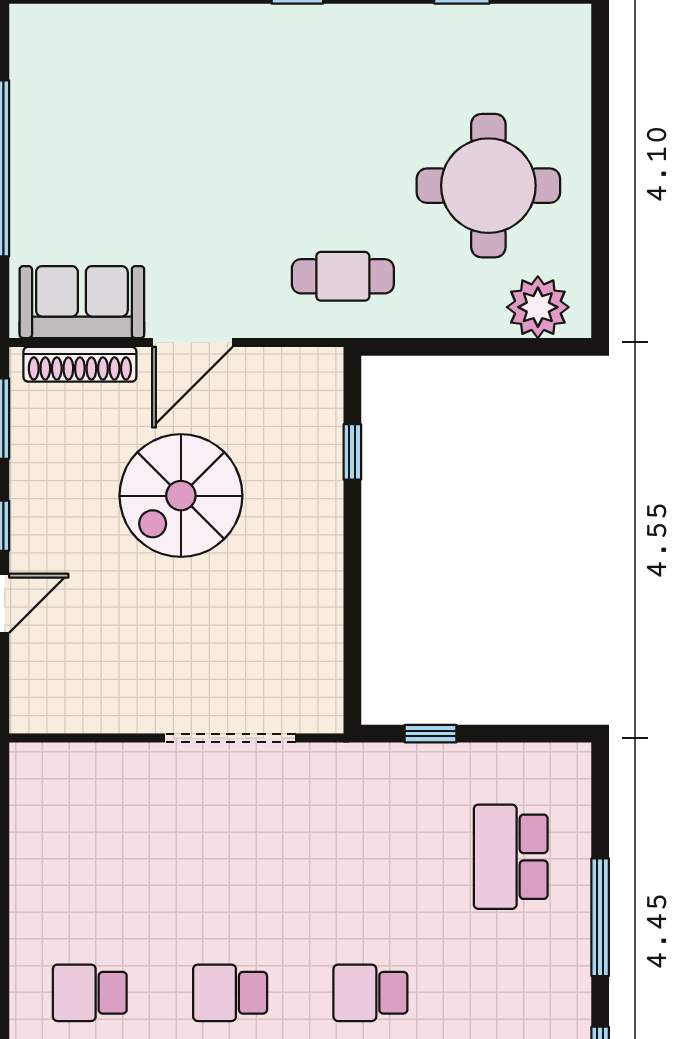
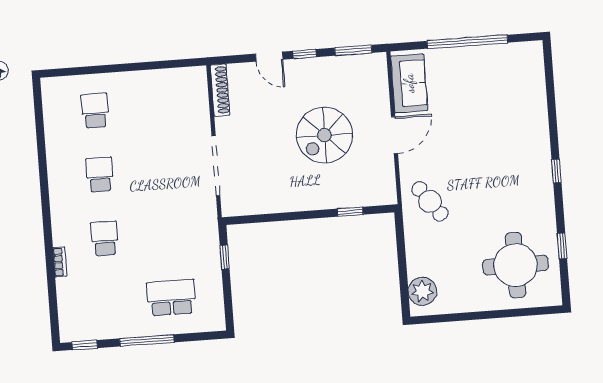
round table: (488, 186) -> (515, 265), moved
cafe table: (343, 276) -> (430, 201), turned -36
door: (192, 342) -> (395, 135), swing flipped
shoe rack: (80, 364) -> (220, 90), moved, turned 180
spiral stairs: (181, 496) -> (324, 135), turned -90

